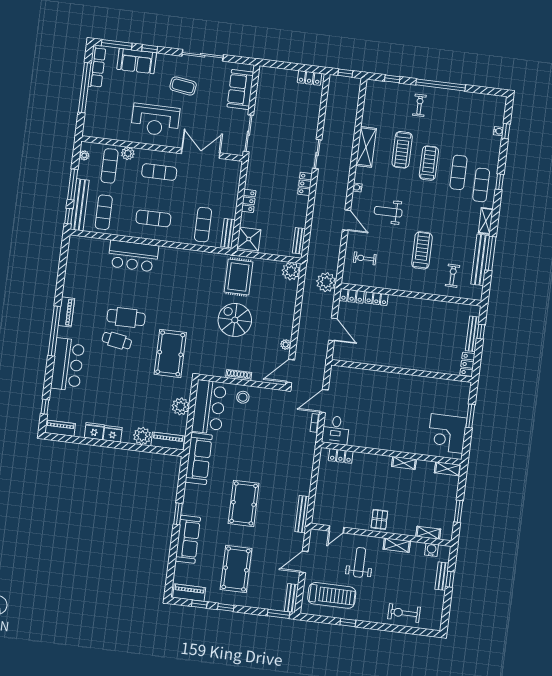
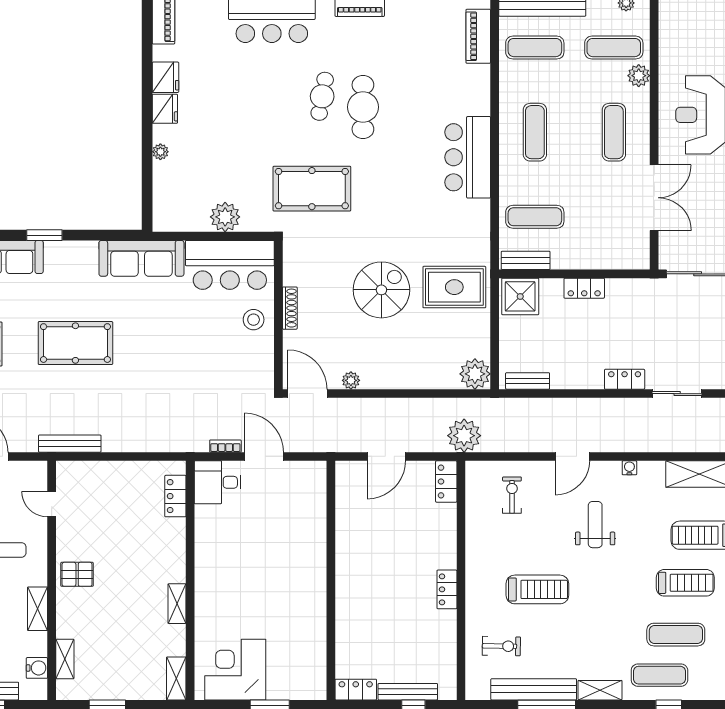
bar counter: (133, 256) -> (468, 157), moved
locker: (377, 299) -> (447, 589), moved
plant: (142, 436) -> (160, 152), width x0.53, depth x0.53
piano: (168, 441) -> (478, 36), moved, turned 180

